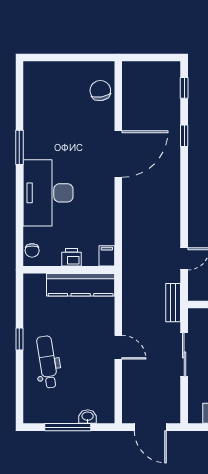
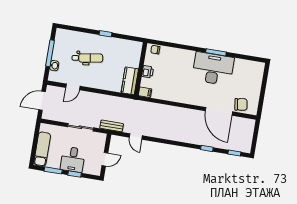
door: (118, 154) -> (219, 111), moved
desk: (48, 193) -> (213, 69), moved
kitchen counter: (81, 285) -> (130, 81), width x0.67
door: (118, 347) -> (73, 87), moved
dental chair: (47, 362) -> (87, 58), moved

